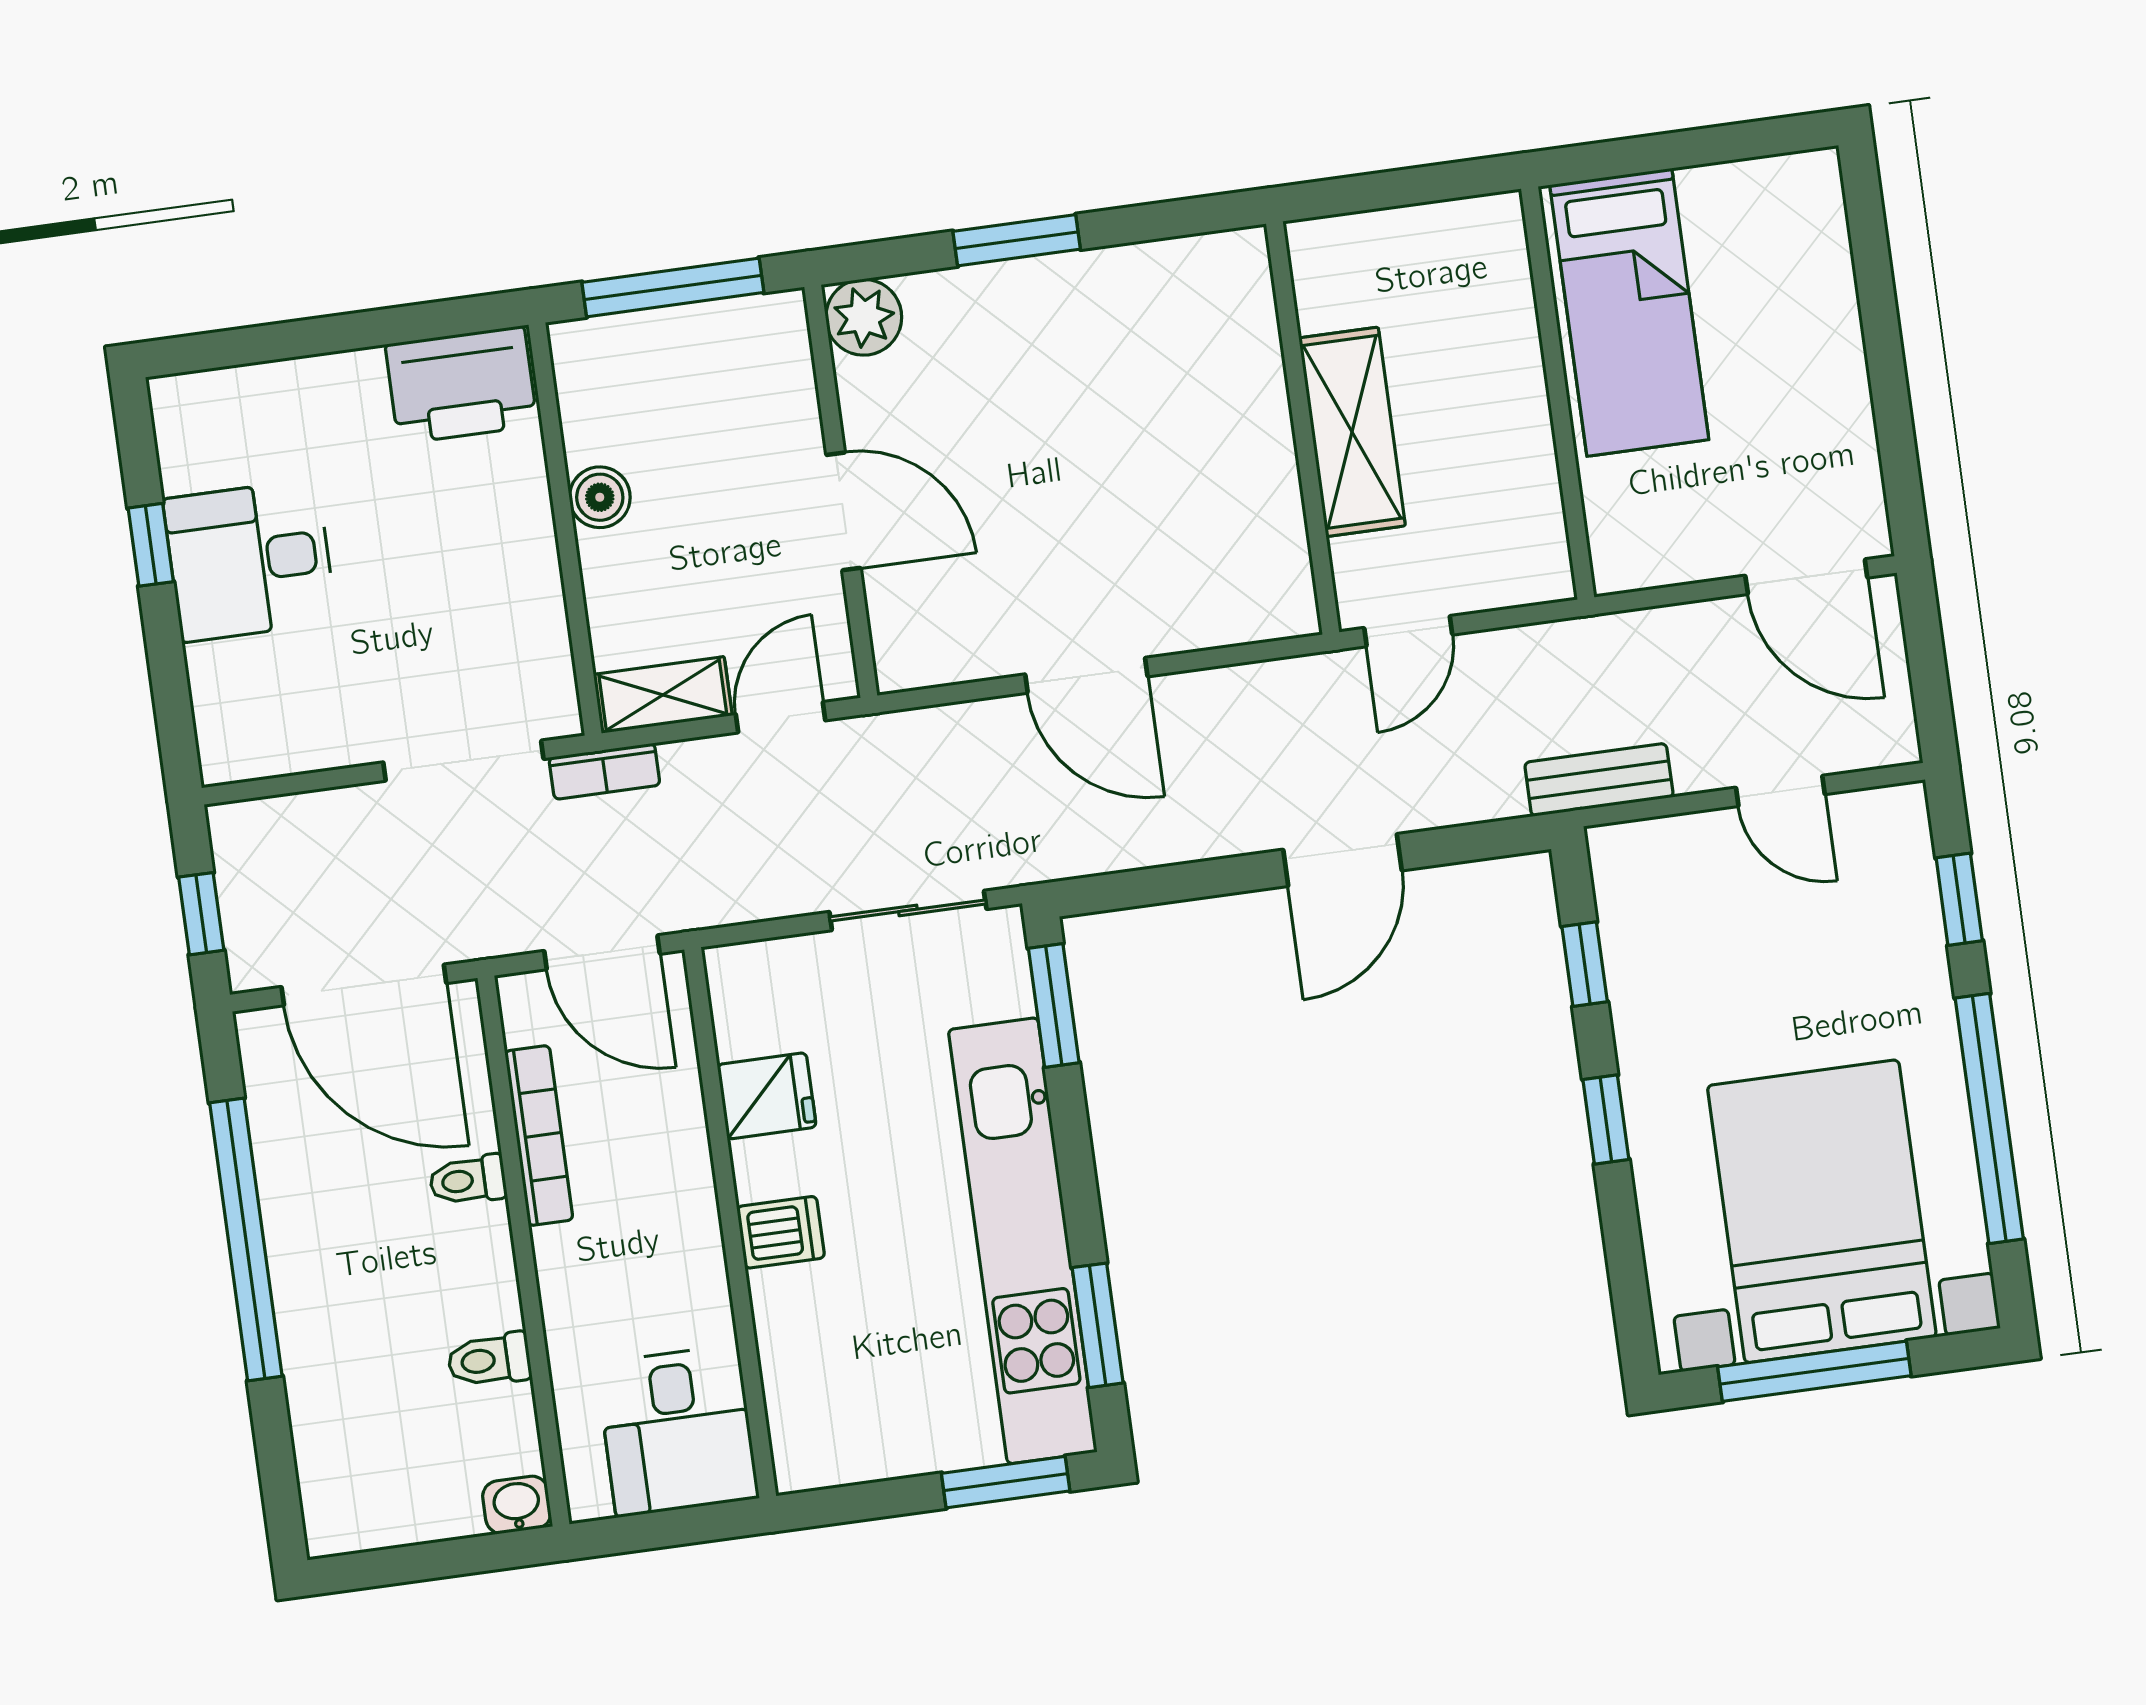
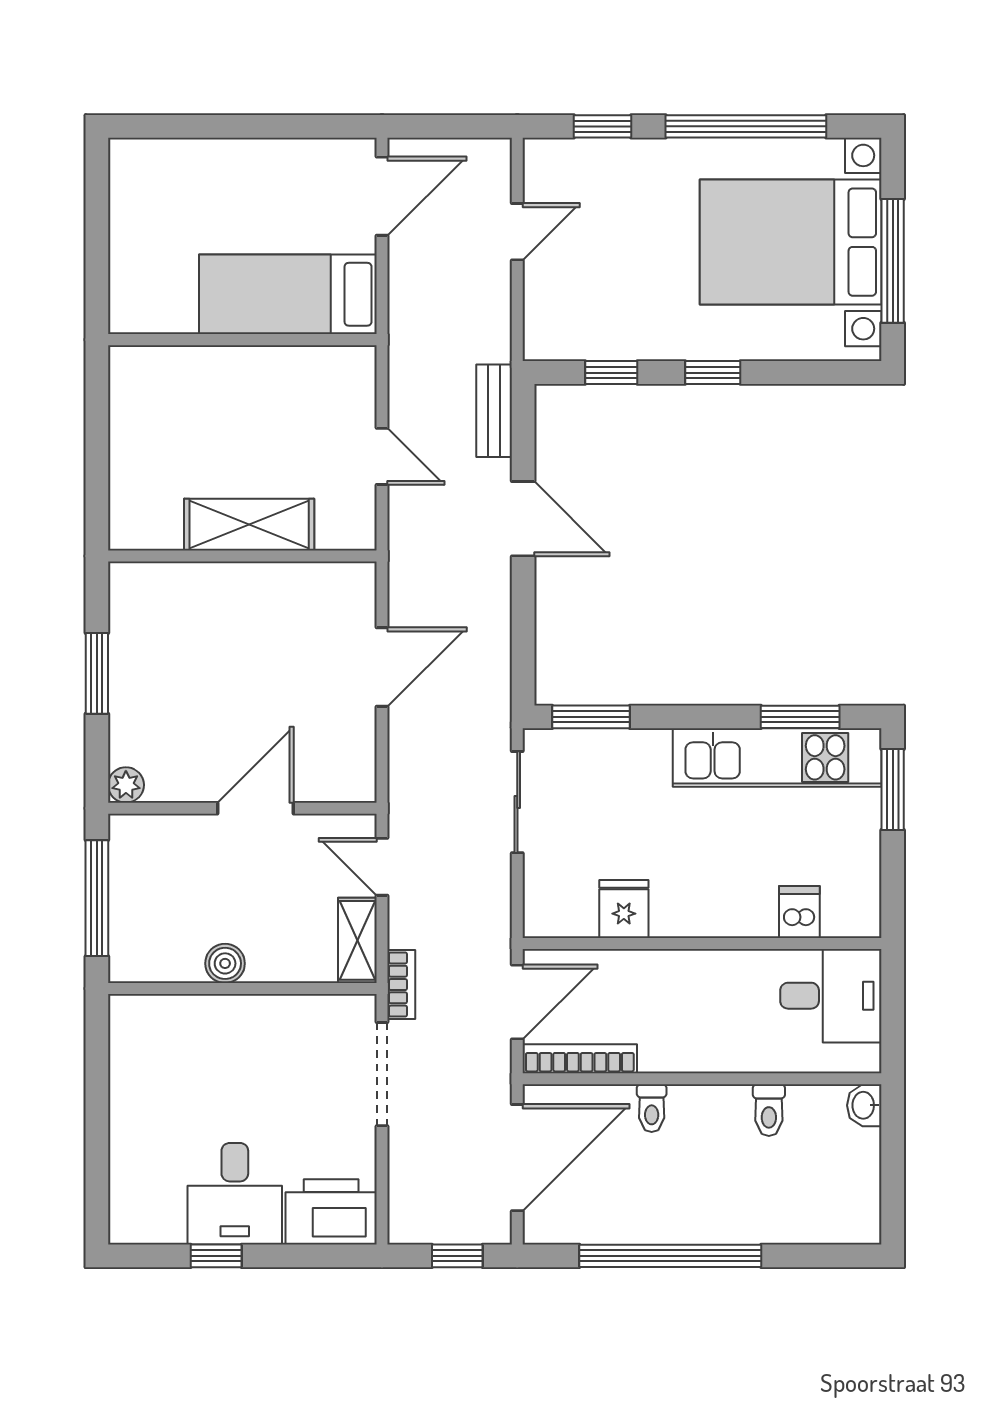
bed: (1629, 312) -> (288, 294), moved, turned 180
plant: (864, 317) -> (126, 785), width x0.73, depth x0.73
printer: (461, 385) -> (331, 1212), moved, turned -90
wall: (1303, 428) -> (242, 556), moved
shelving: (1352, 432) -> (249, 525), moved
bench: (1599, 780) -> (494, 411), moved
bookcase: (539, 1136) -> (580, 1059), moved
dishwasher: (781, 1232) -> (799, 912), moved
kitchen unit: (1023, 1241) -> (777, 757), width x0.73

